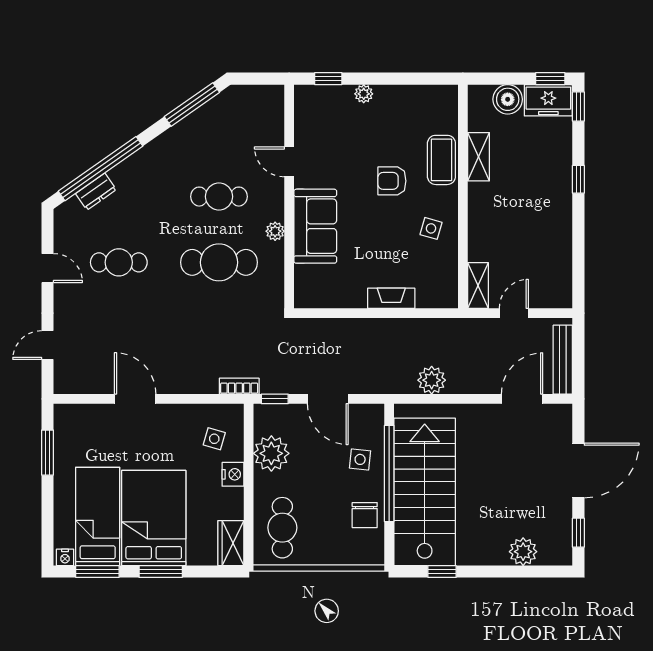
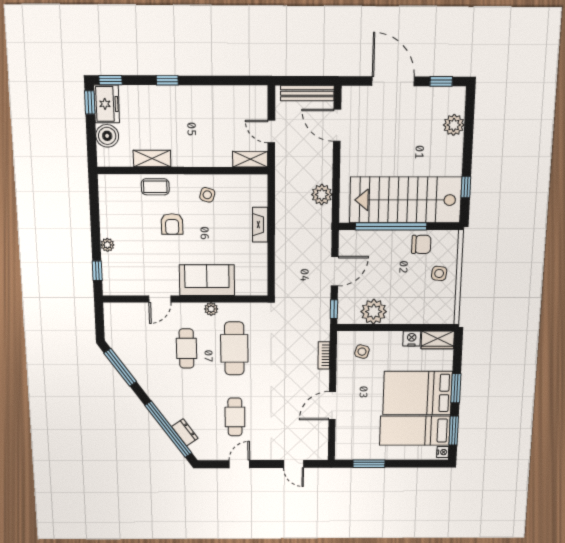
coffee table: (441, 160) -> (155, 187), width x0.73, depth x0.77
bookcase: (239, 386) -> (324, 355), moved
side table: (360, 459) -> (439, 273), moved
nightstand: (233, 474) -> (412, 338), moved
cafe table: (282, 528) -> (428, 304), removed

